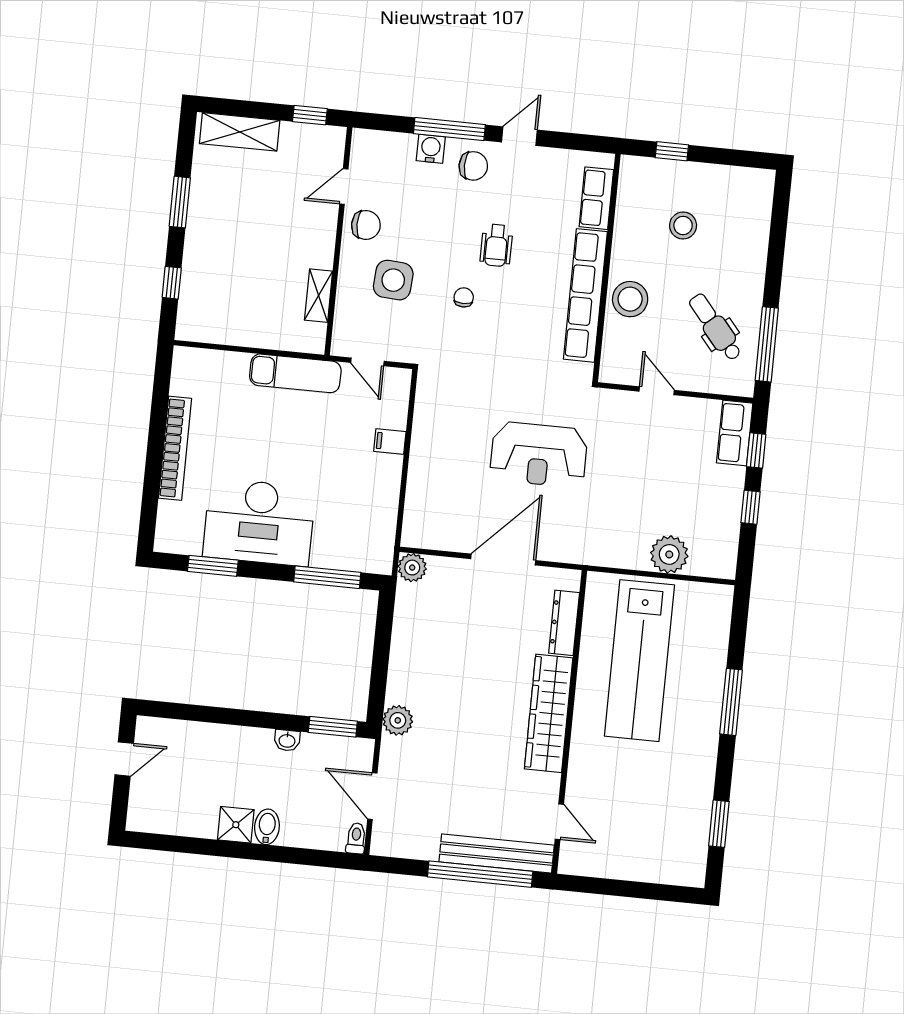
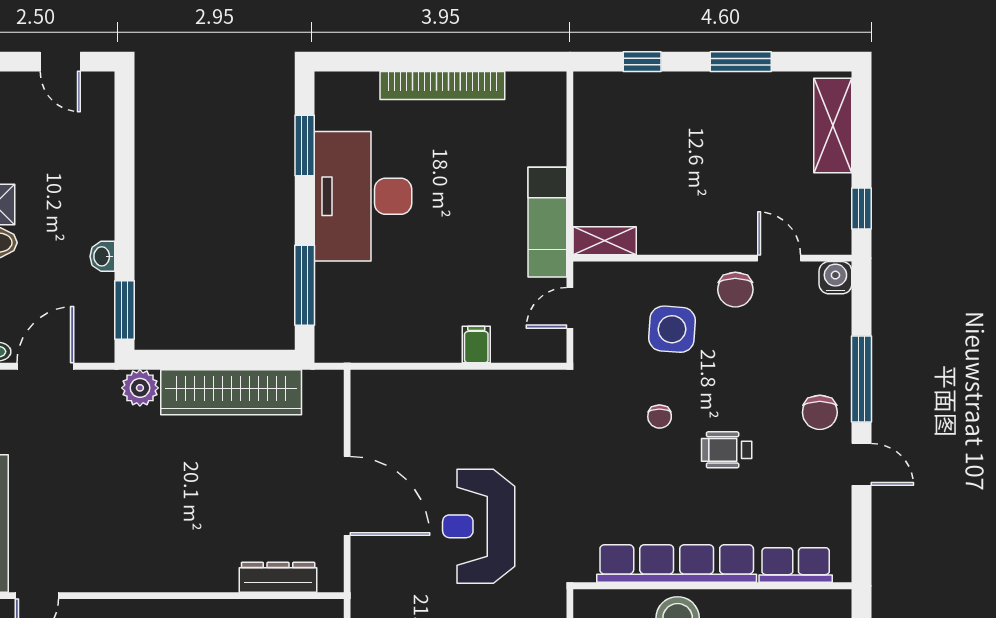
water cooler: (431, 149) -> (835, 278), moved, turned -90
shelving: (319, 296) -> (605, 241), moved
chair: (464, 297) -> (660, 417), turned 90
plant: (412, 568) -> (327, 387), removed
wardrobe: (549, 713) -> (231, 392), moved, turned 180

